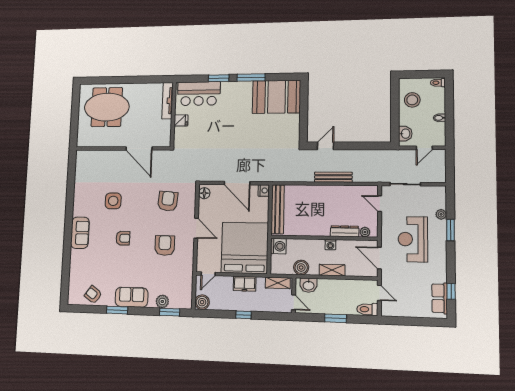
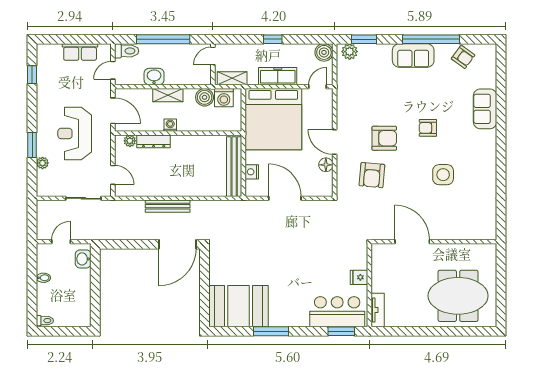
window: (219, 78) -> (341, 331), moved
stool: (412, 100) -> (75, 300), removed
tv unit: (168, 101) -> (378, 310), width x0.71
door: (326, 146) -> (177, 244), width x1.88
nightstand: (264, 191) -> (252, 172), moved
floor lamp: (204, 193) -> (326, 165), moved
sofa: (80, 233) -> (485, 109), moved
reception desk: (413, 239) -> (75, 133), turned 180
armchair: (165, 245) -> (384, 138), moved, turned -90
washing machine: (278, 246) -> (224, 98), moved, turned -90
freezer: (245, 284) -> (278, 76), width x1.40
washbasin: (309, 285) -> (154, 77), moved
door: (379, 293) -> (113, 70), hinge flipped
row of seats: (440, 298) -> (80, 52), moved, turned 90
plant: (162, 301) -> (350, 52), moved
door: (293, 302) -> (213, 56), hinge flipped
window: (117, 310) -> (431, 39), width x2.11
window: (336, 318) -> (163, 39), width x2.11

